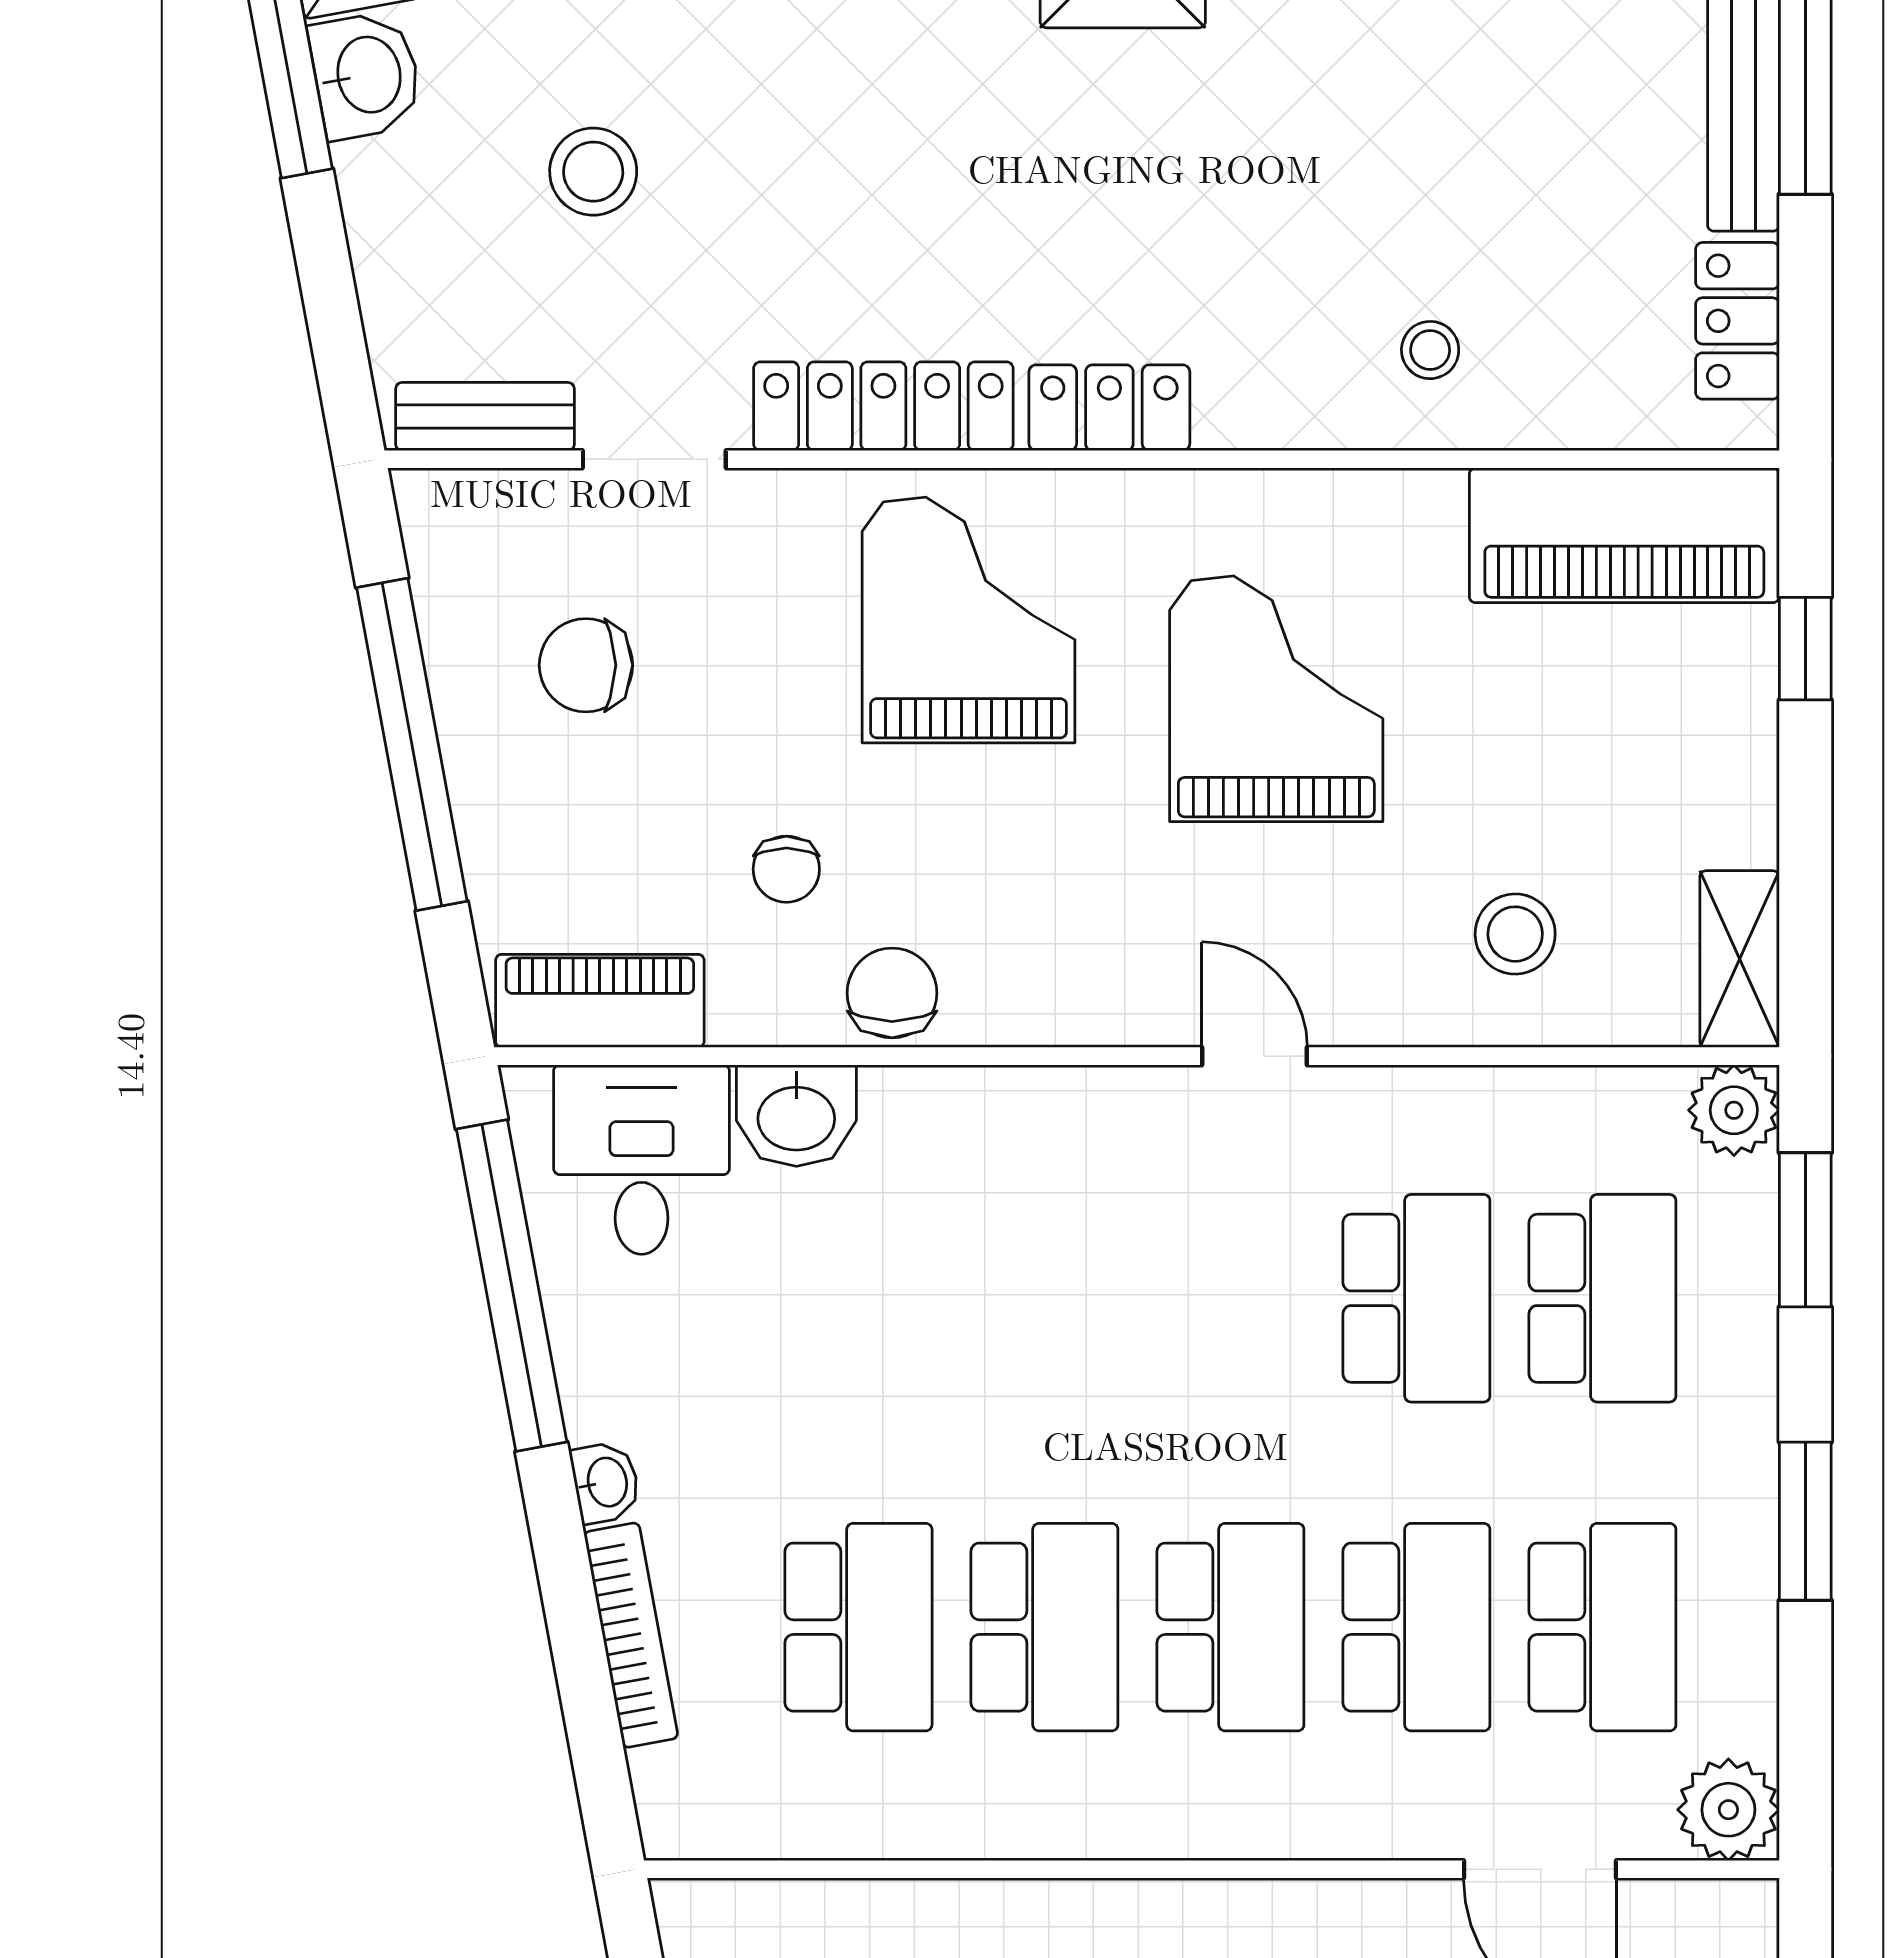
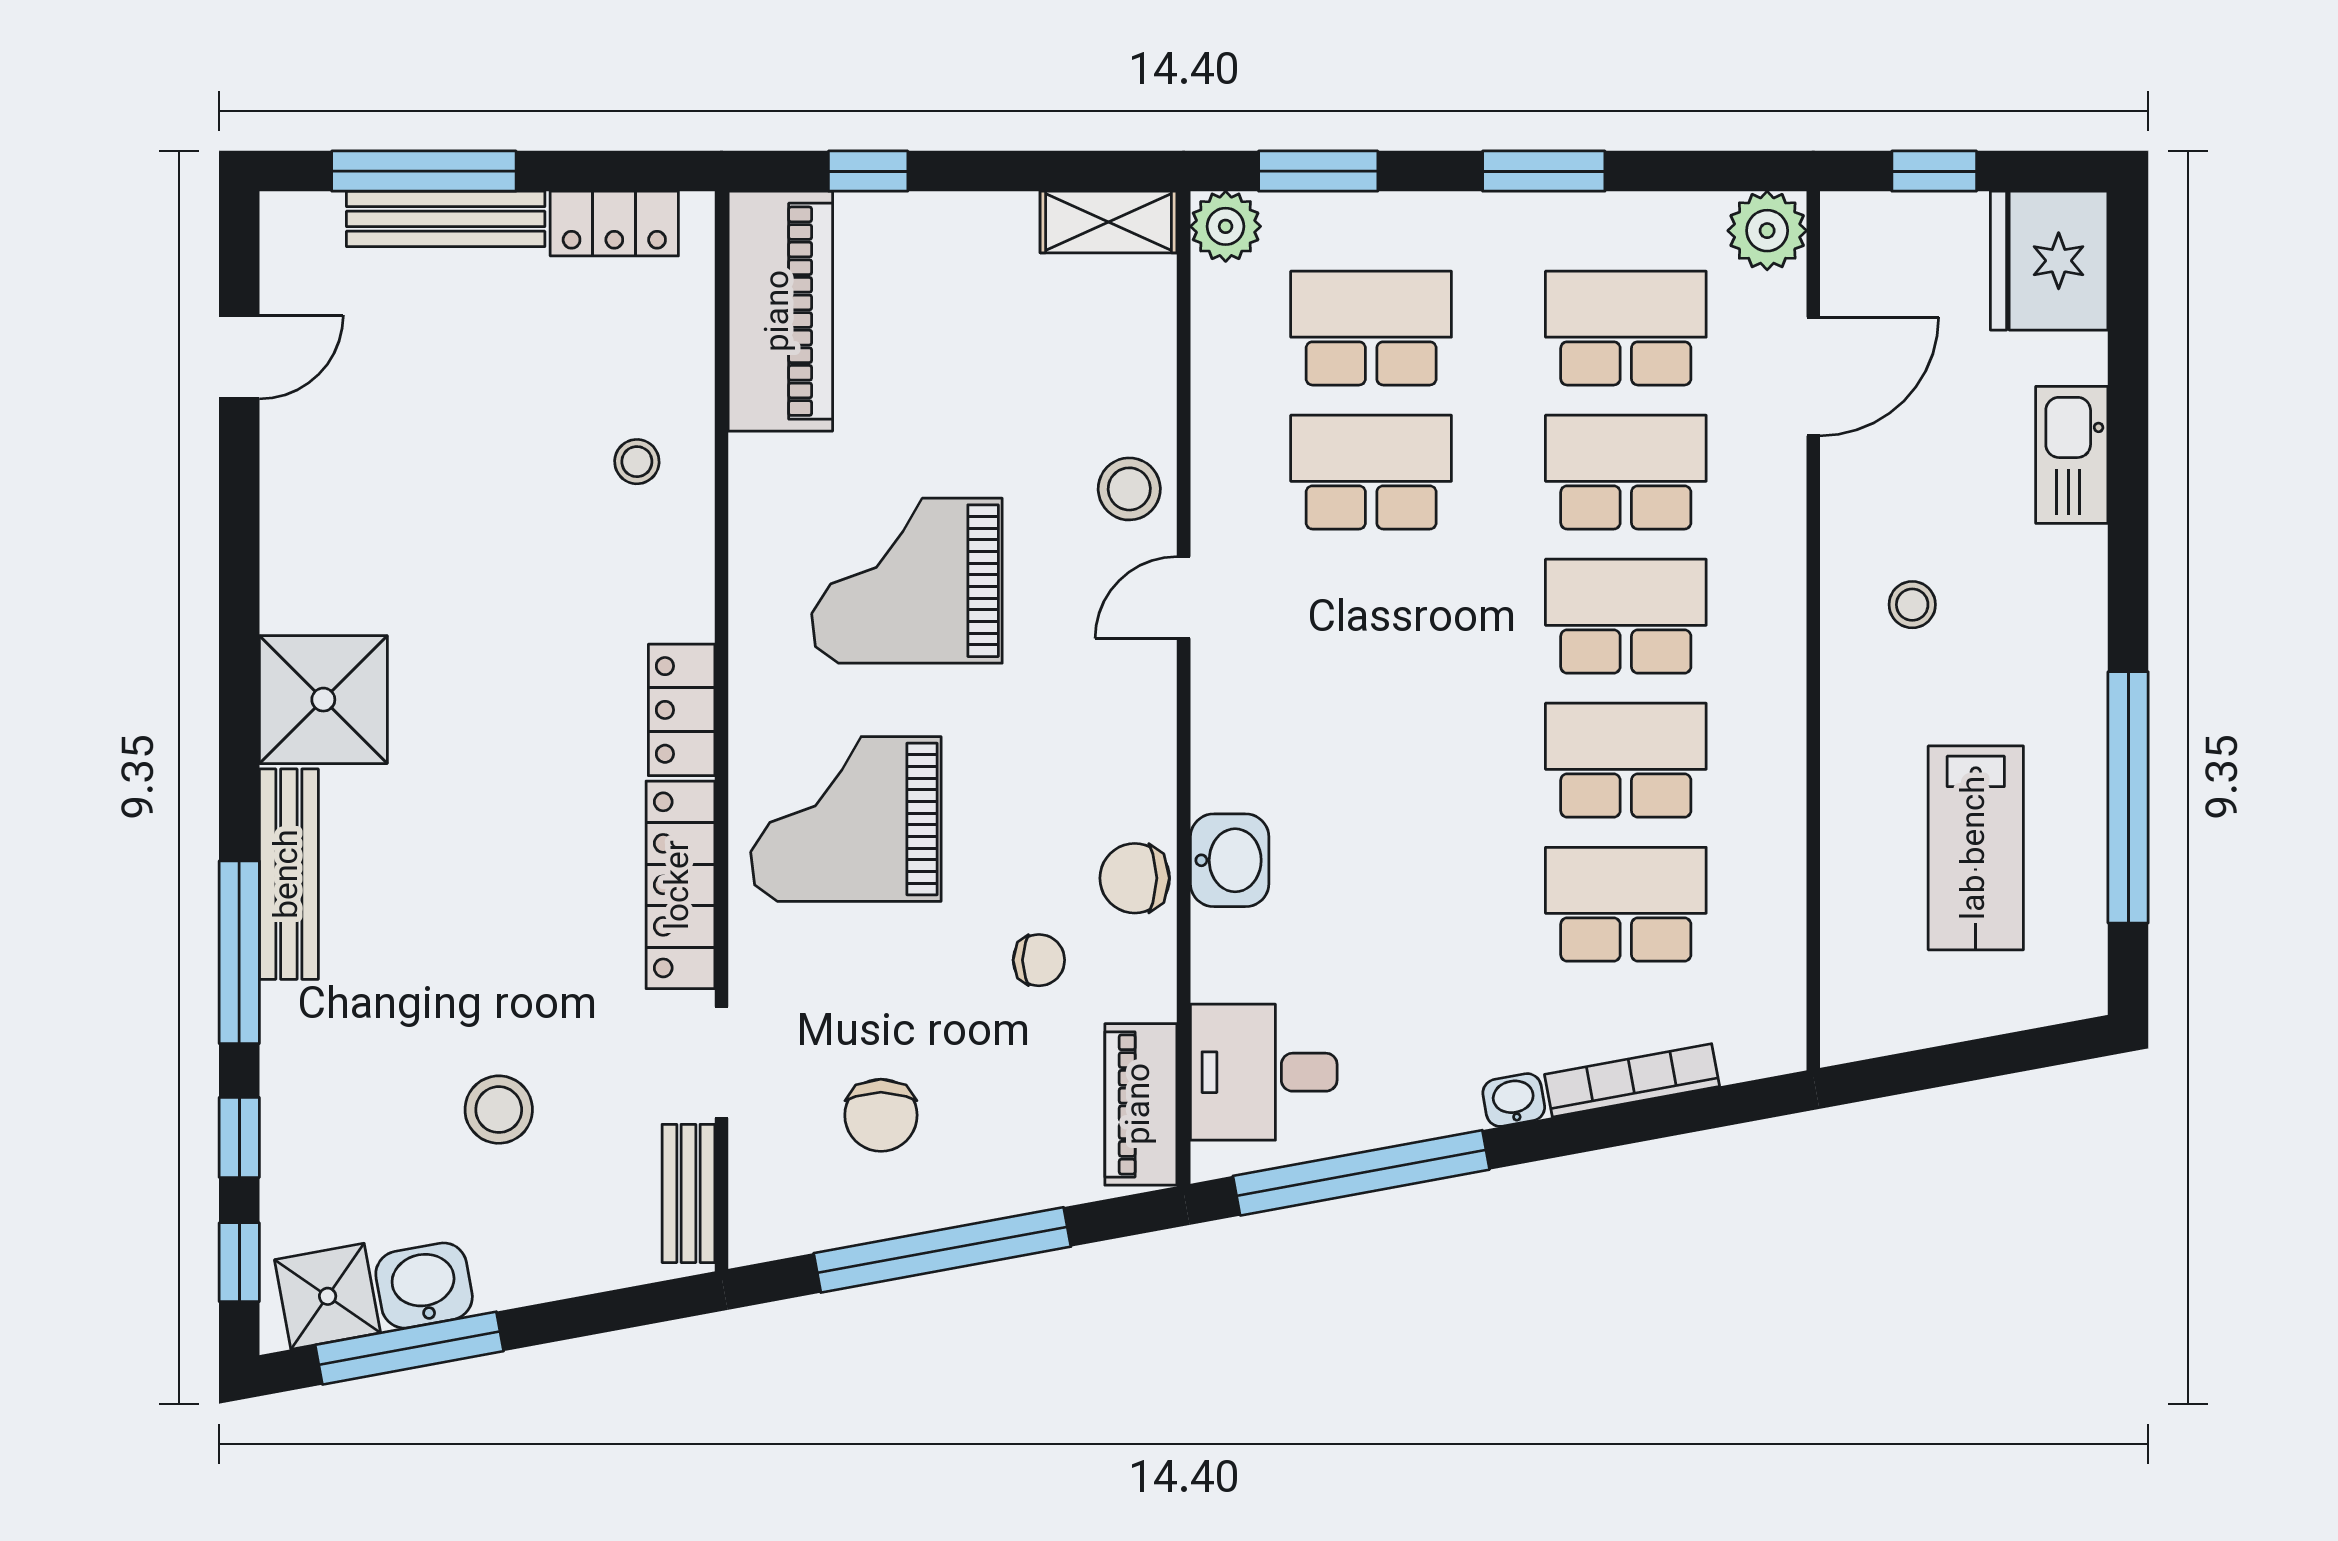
stool: (1515, 934) -> (1129, 489), moved
washbasin: (796, 1116) -> (1230, 860), moved

